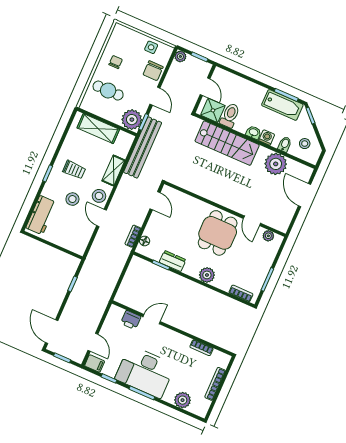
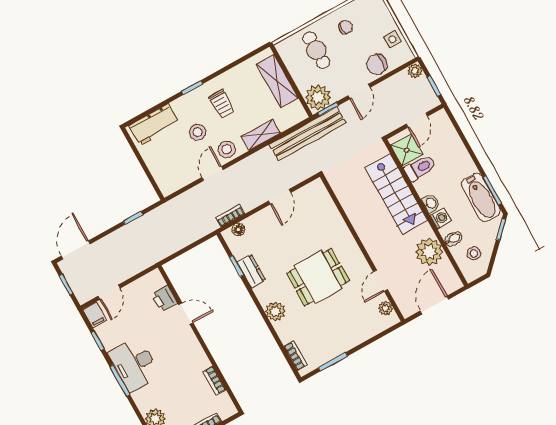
wall: (225, 209) -> (362, 248), moved
door: (252, 221) -> (380, 281), moved
plant: (268, 236) -> (386, 308), moved
desk: (145, 372) -> (134, 364), width x0.73, depth x0.77

